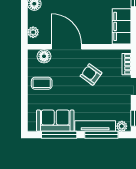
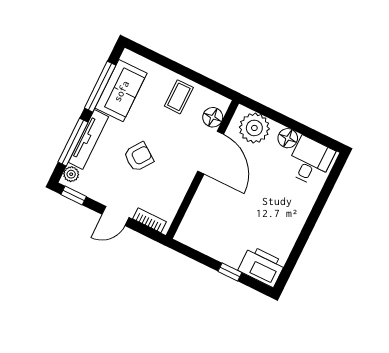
filing cabinet: (122, 26) -> (202, 238), removed
plant: (33, 32) -> (254, 128), width x1.87, depth x1.87
door: (66, 47) -> (211, 153), hinge flipped
armchair: (91, 74) -> (139, 157), moved

